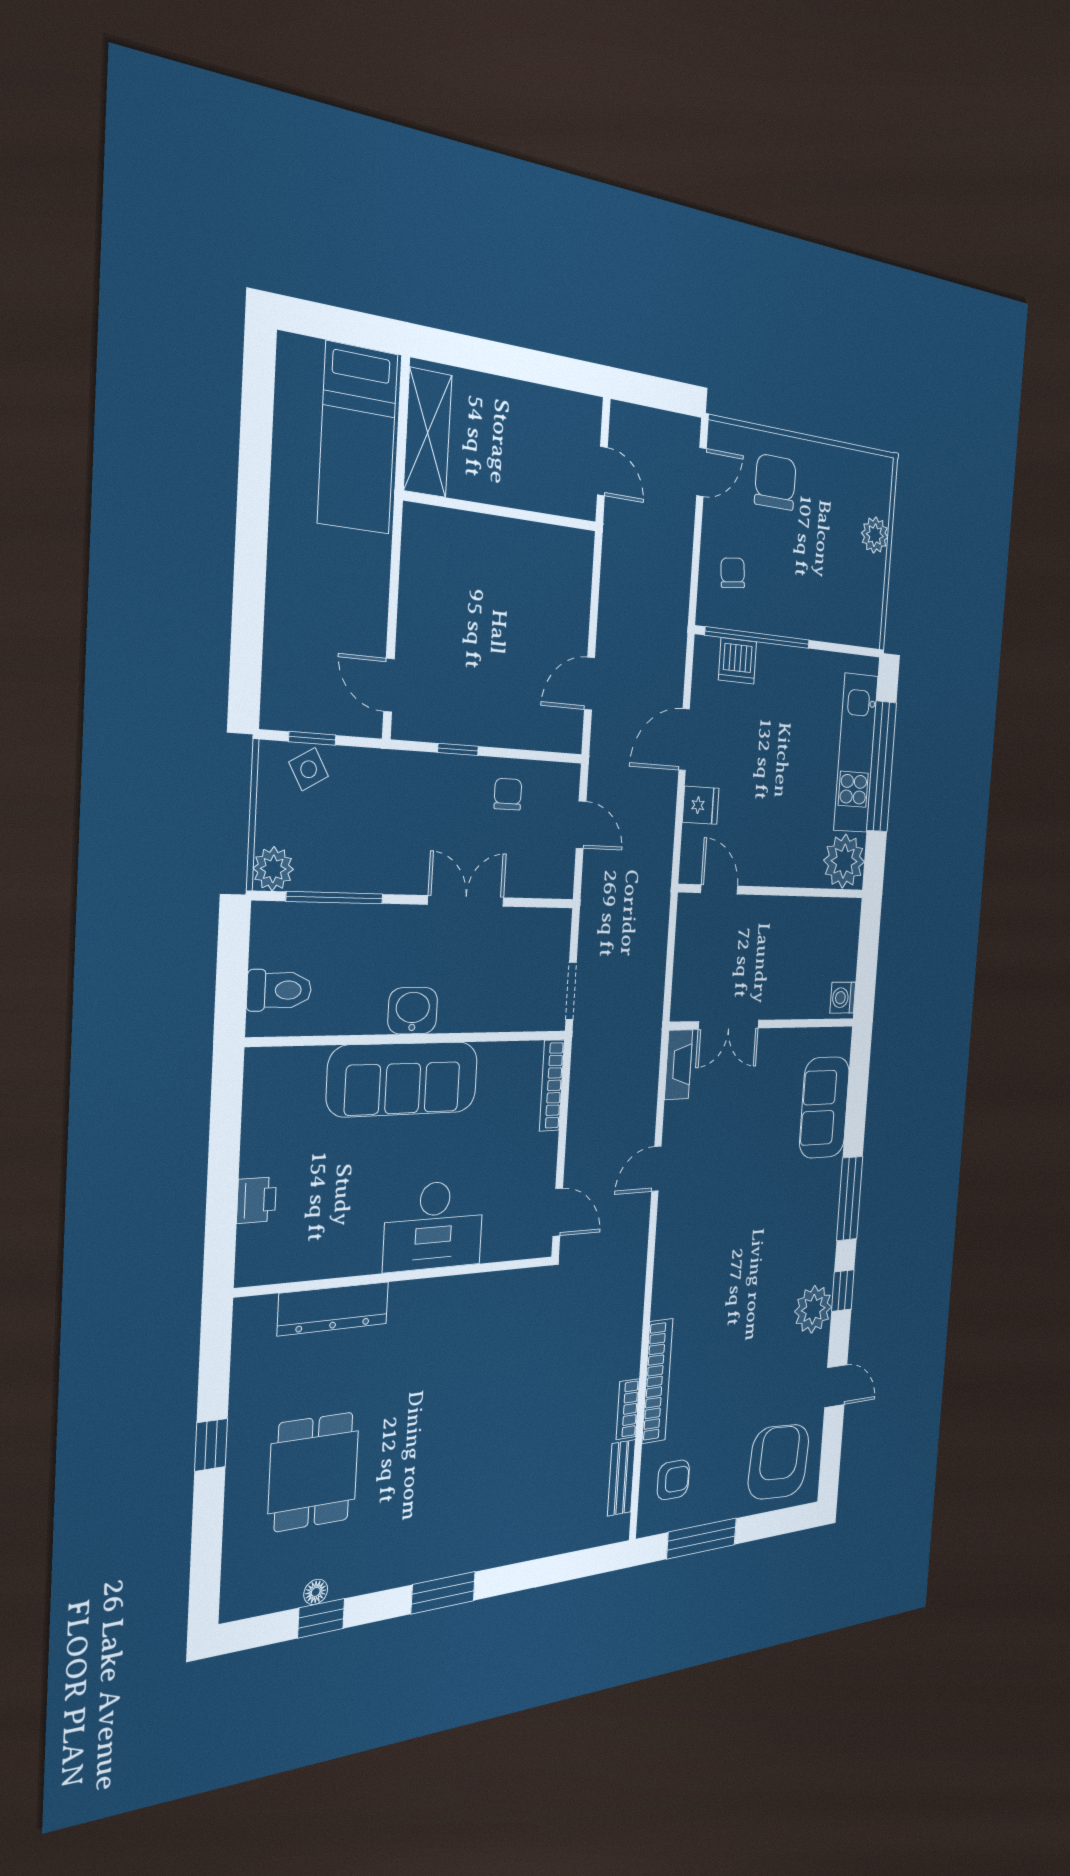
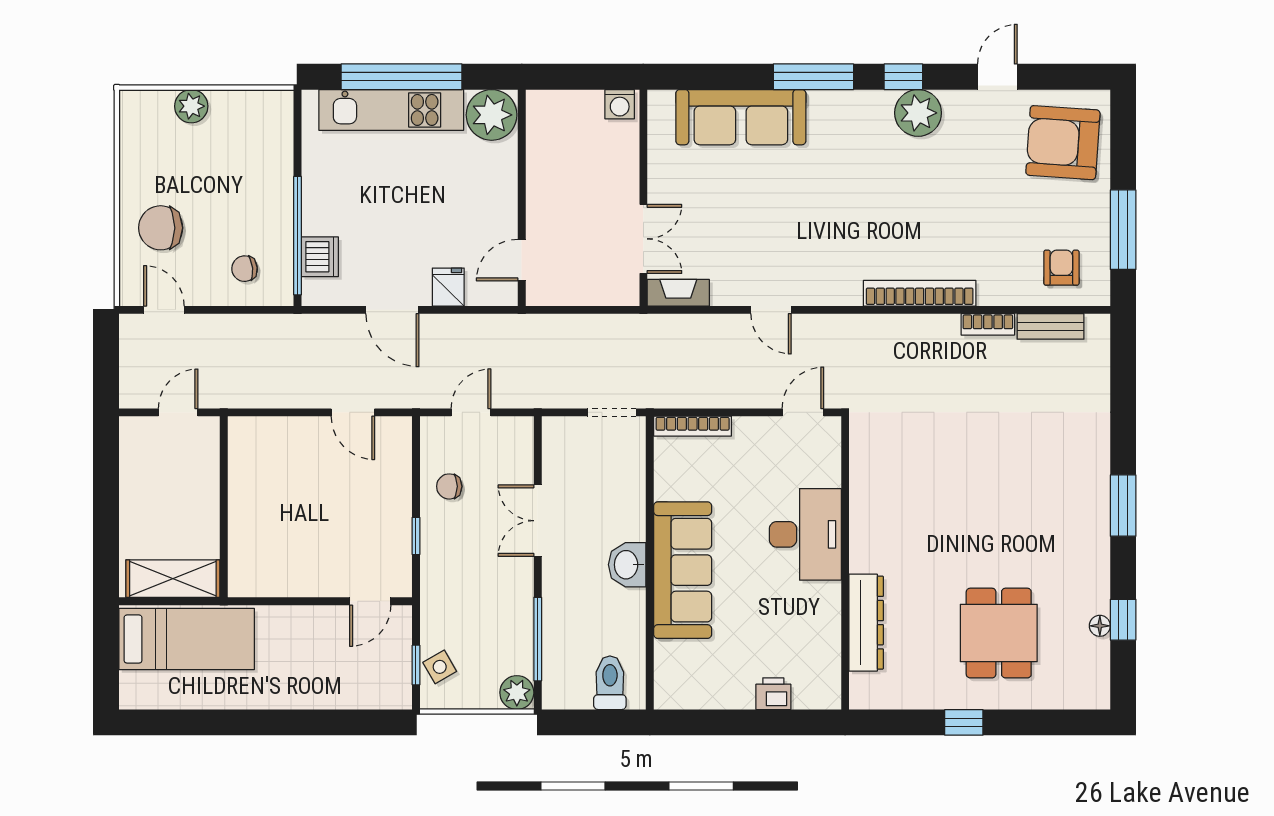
sofa: (824, 1107) -> (741, 117), width x1.36
bookcase: (657, 1381) -> (920, 293), moved
dining table: (314, 1472) -> (999, 633), turned 90

